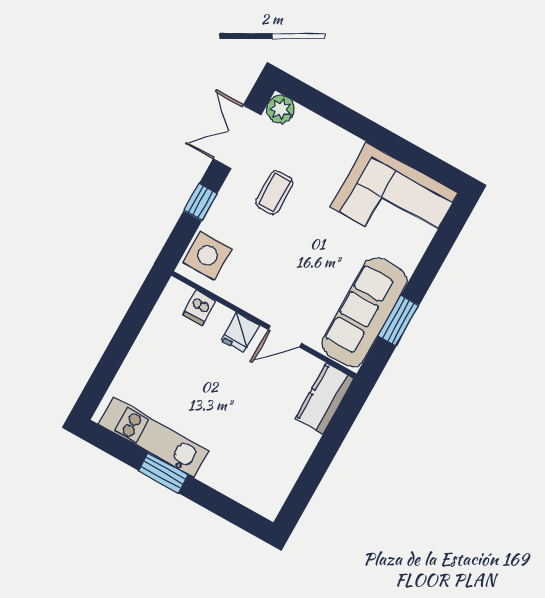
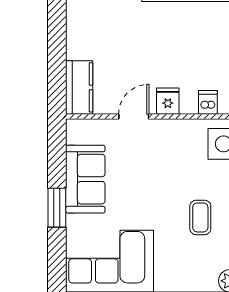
sofa: (364, 312) -> (85, 179), width x0.73
window: (399, 321) -> (57, 208), moved

